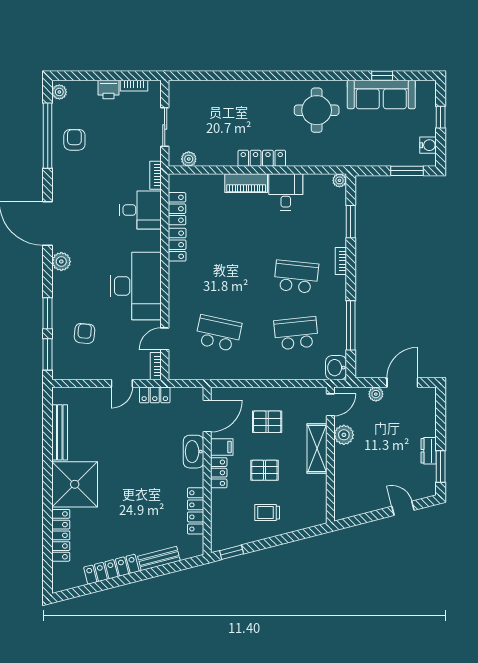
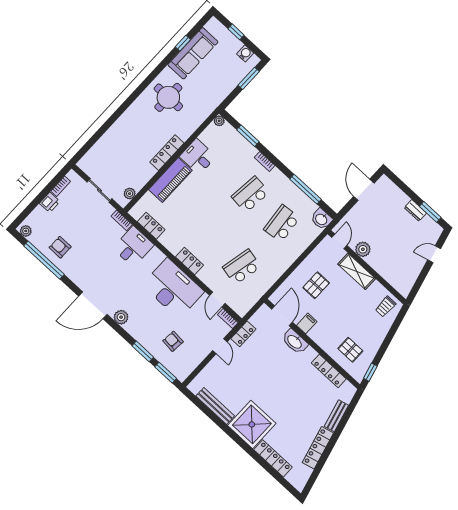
piano: (246, 183) -> (170, 180), width x1.37, depth x1.33
locker: (177, 245) -> (189, 261), moved
plant: (376, 394) -> (357, 211), removed
pallet: (264, 470) -> (350, 350), moved, turned 90
locker: (219, 473) -> (319, 338), removed
trolley: (267, 513) -> (385, 307), moved

